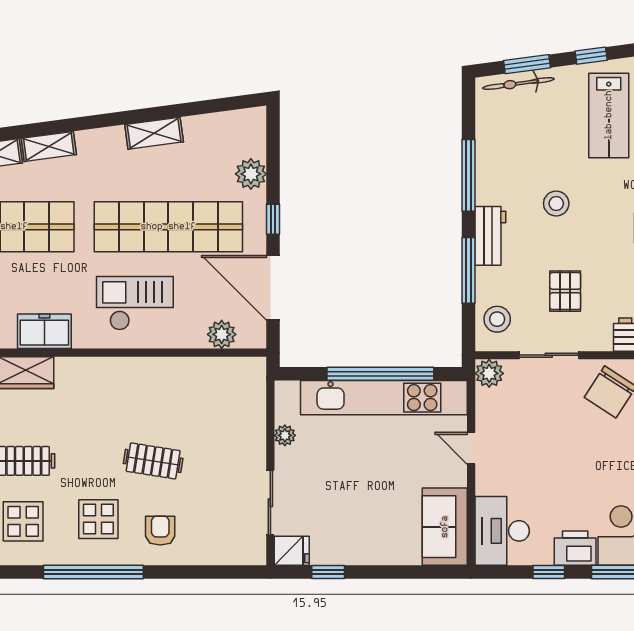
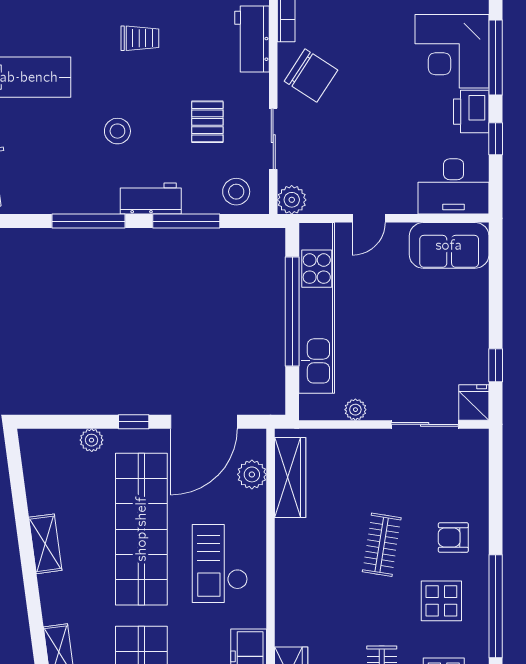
plant: (251, 174) -> (92, 440), width x0.73, depth x0.73
pallet: (565, 291) -> (207, 122), turned 90
wardrobe: (219, 372) -> (290, 478), added

